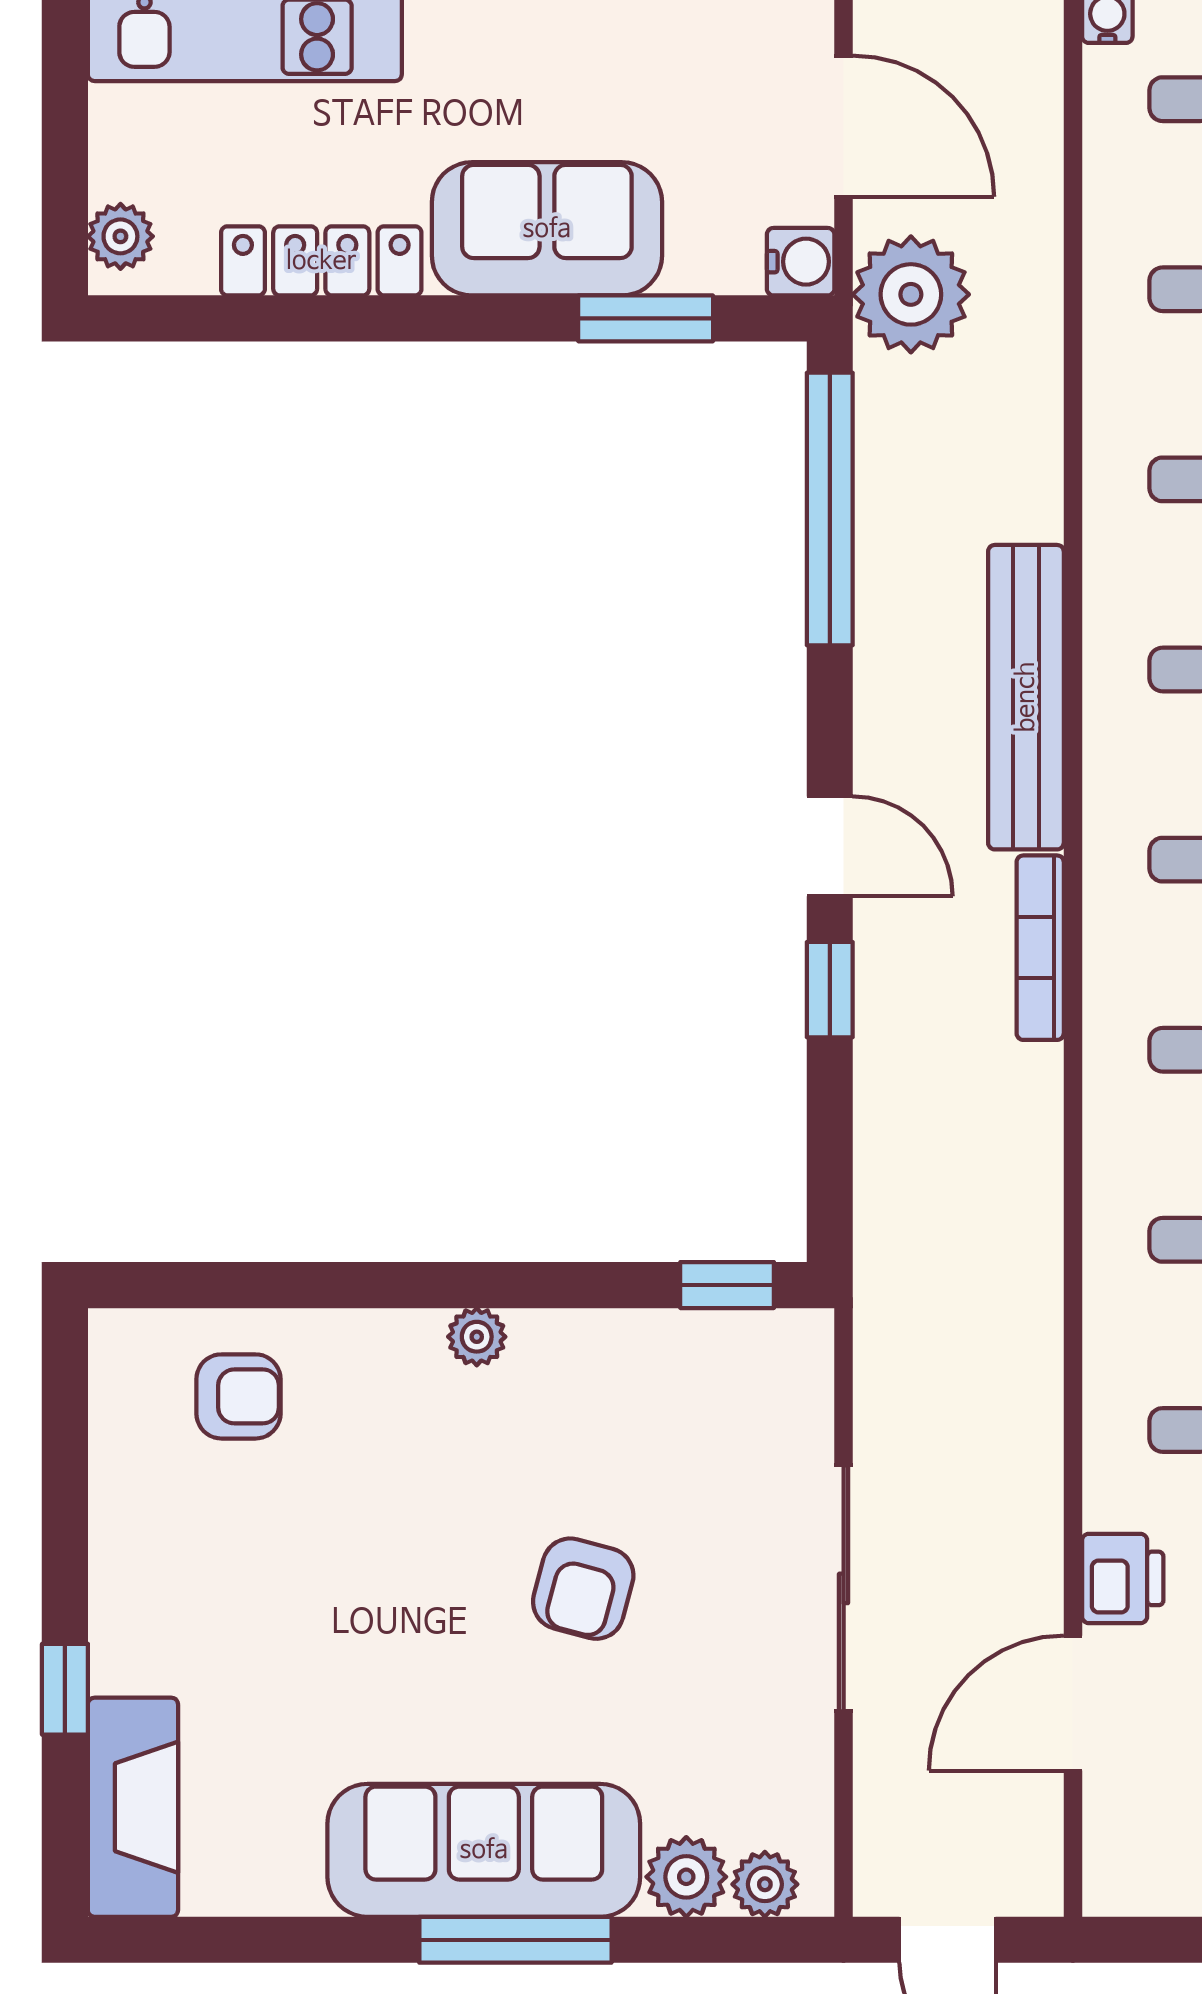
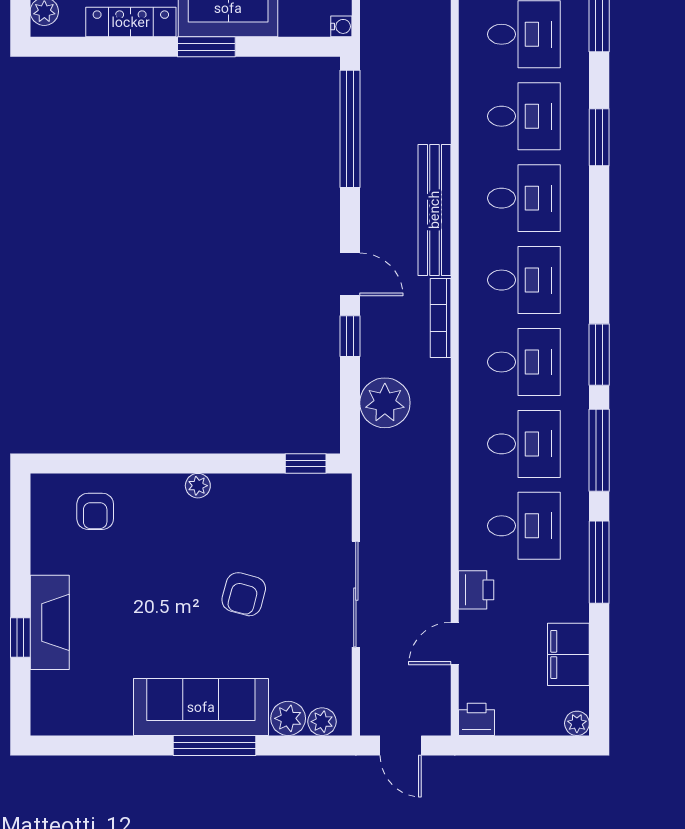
water cooler: (801, 262) -> (341, 26), width x0.72, depth x0.72
plant: (911, 294) -> (385, 403), moved
window: (646, 318) -> (206, 47), moved
armchair: (238, 1396) -> (95, 511), turned 90
door: (1073, 1703) -> (455, 644), width x0.73
fireplace: (133, 1807) -> (50, 622), moved
printer: (1124, 1879) -> (477, 719), added

